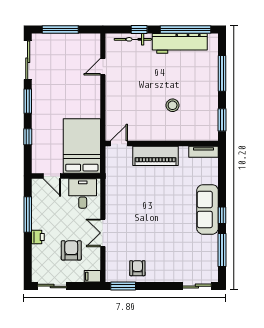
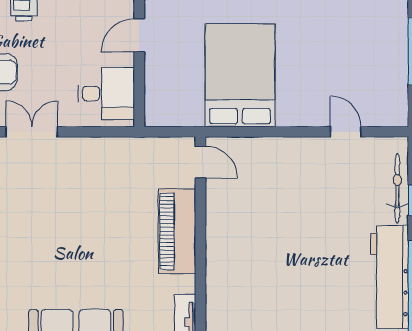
stool: (173, 105) -> (273, 263), removed
bed: (82, 146) -> (240, 75), moved, turned -90

